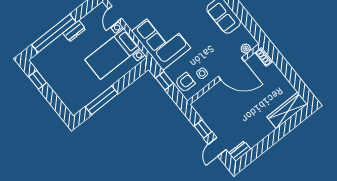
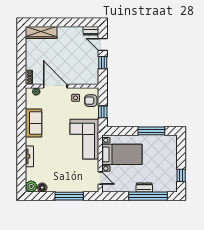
door: (115, 14) -> (100, 178), hinge flipped
dresser: (74, 31) -> (144, 188), moved
door: (217, 147) -> (103, 44), swing flipped

